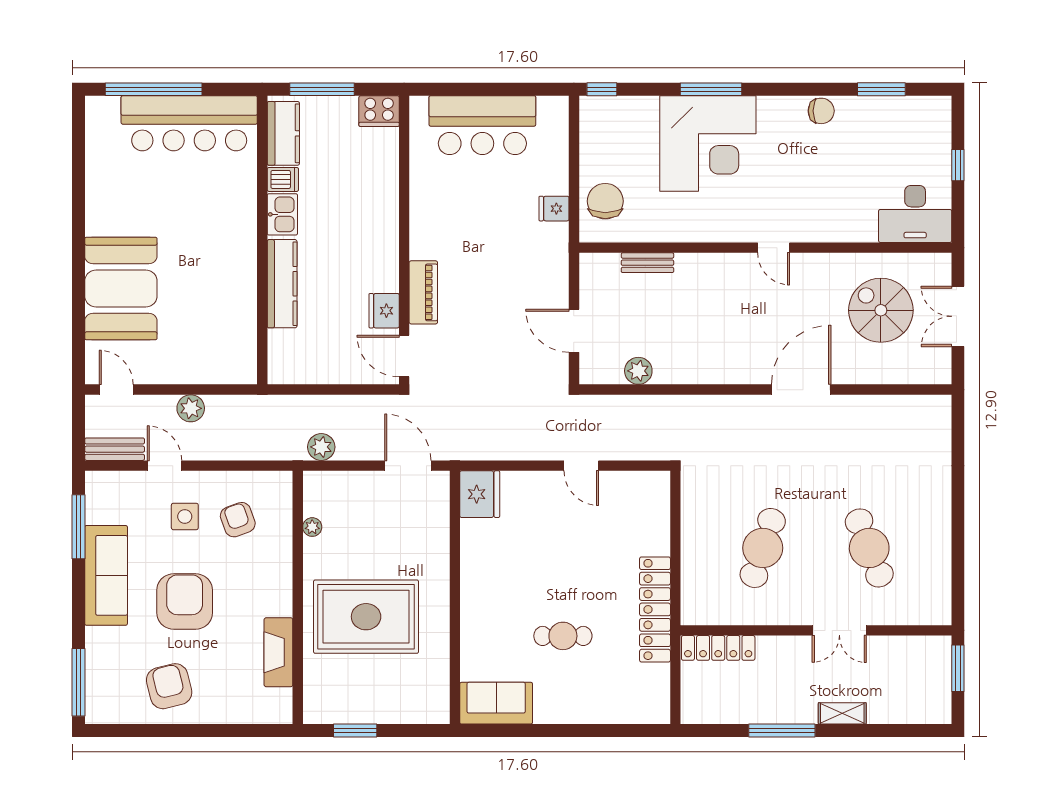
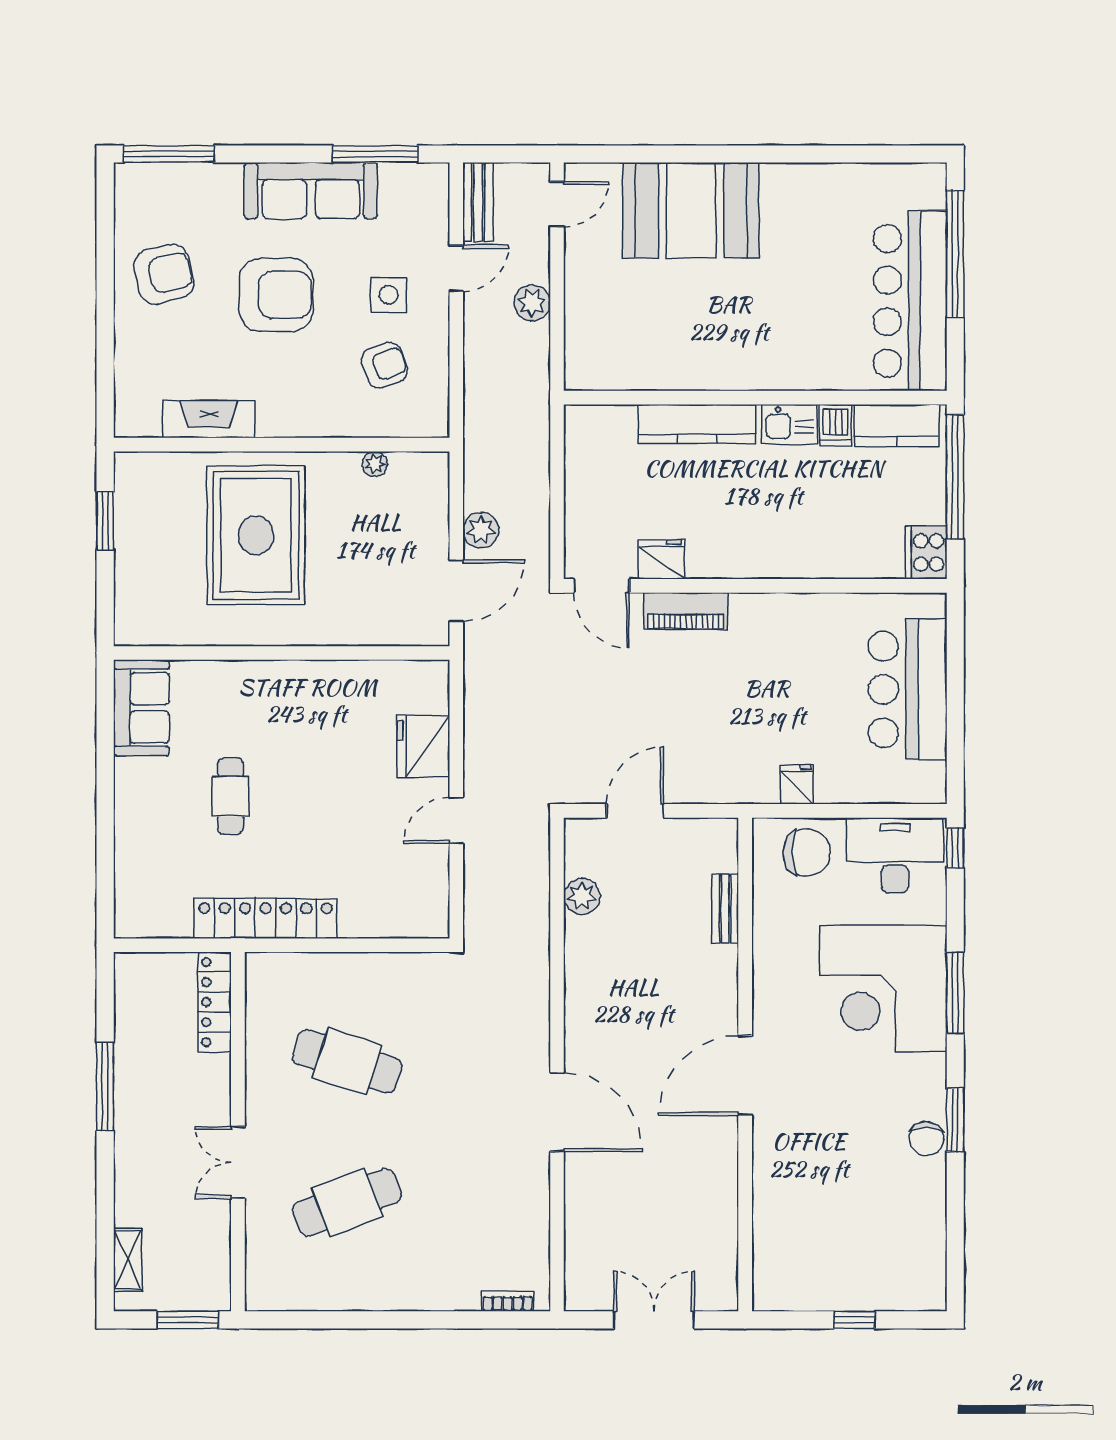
window: (322, 89) -> (955, 477), width x1.46
window: (881, 89) -> (955, 1120), moved
desk: (915, 214) -> (895, 856), moved, turned 90
door: (774, 248) -> (745, 1076), width x1.88
spiral stairs: (881, 310) -> (662, 1218), removed
door: (404, 356) -> (602, 586), swing flipped
bookcase: (944, 427) -> (508, 1301), added
plant: (321, 447) -> (481, 530), moved
fridge: (480, 494) -> (423, 746), moved, turned 90
shelving: (842, 713) -> (128, 1260), moved

